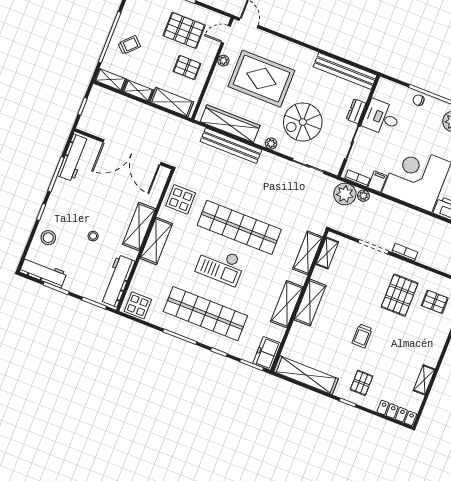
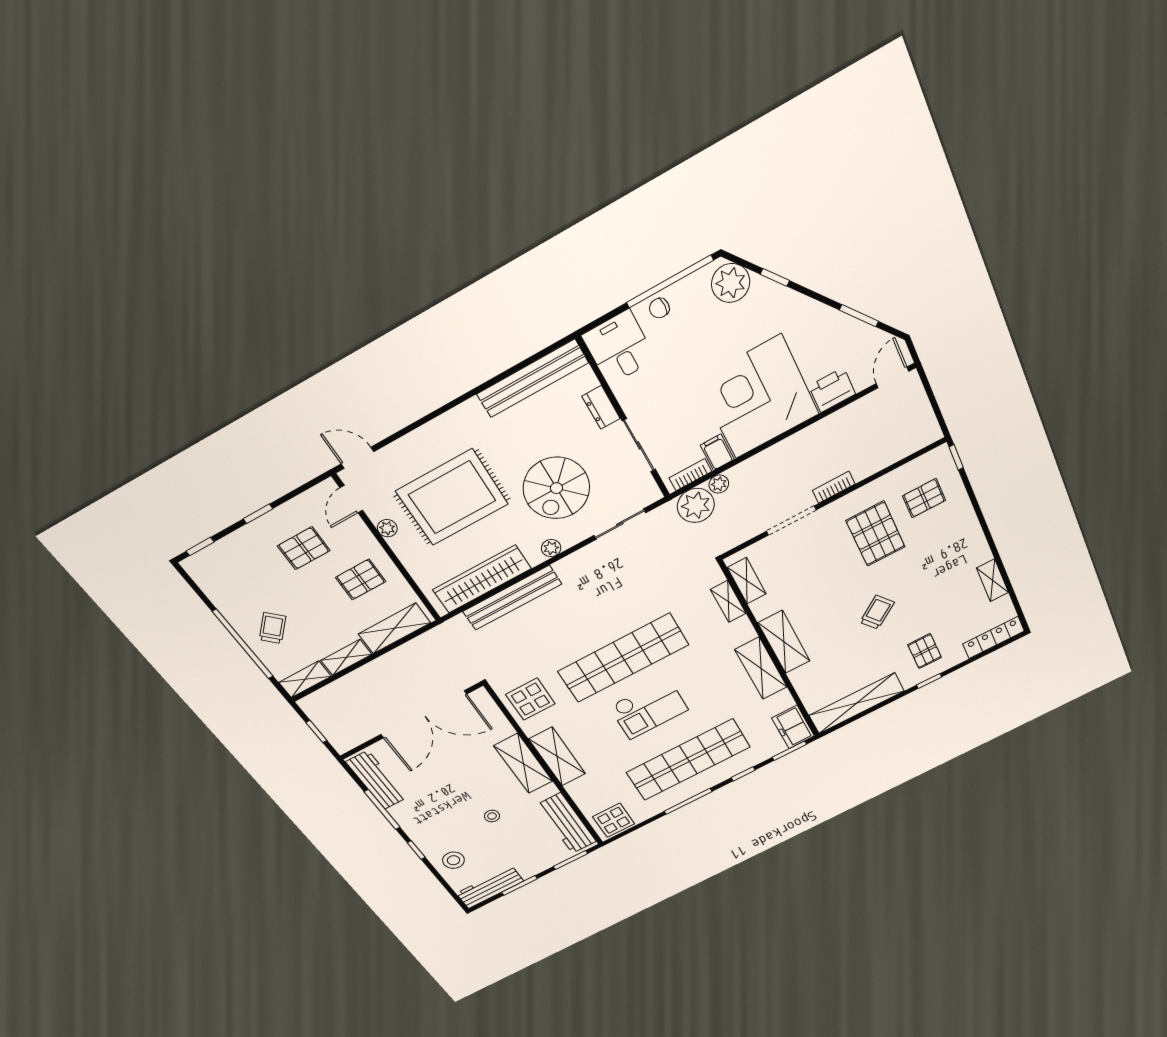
pallet: (184, 30) -> (304, 548), width x0.67, depth x0.71
desk: (381, 118) -> (619, 348), moved, turned 90
shelving: (308, 253) -> (728, 602), width x0.67, depth x0.75
trolley: (362, 336) -> (877, 612), turned -127

